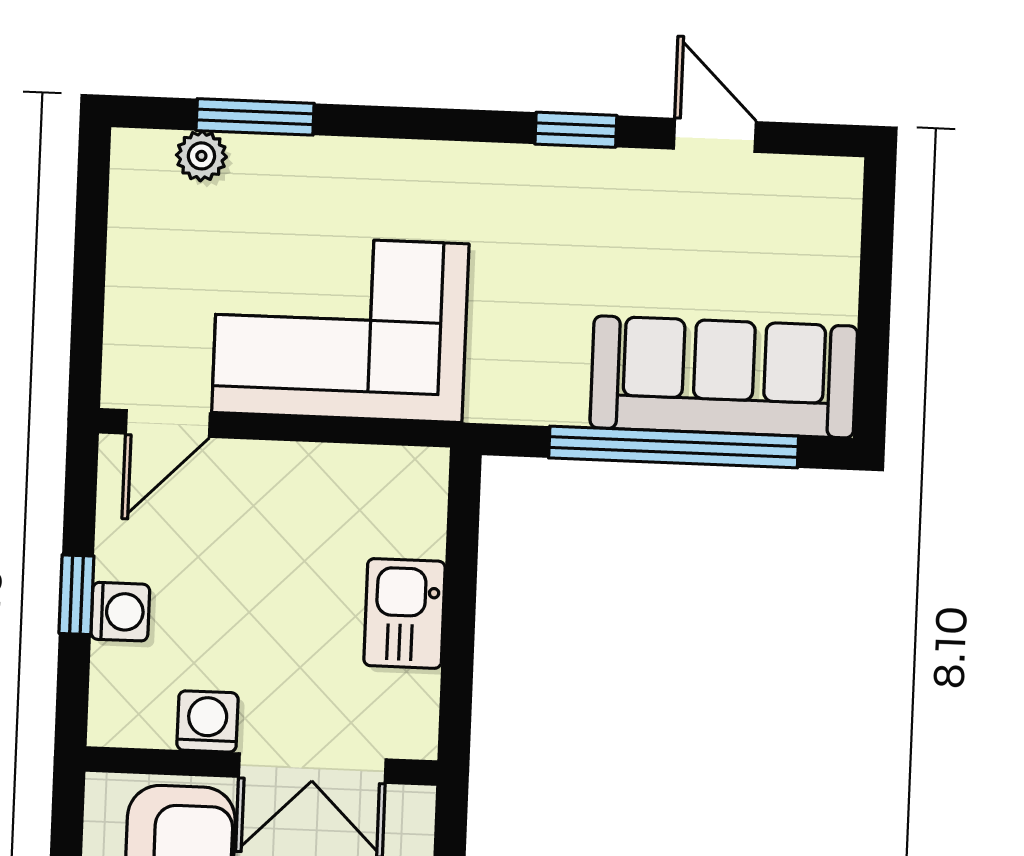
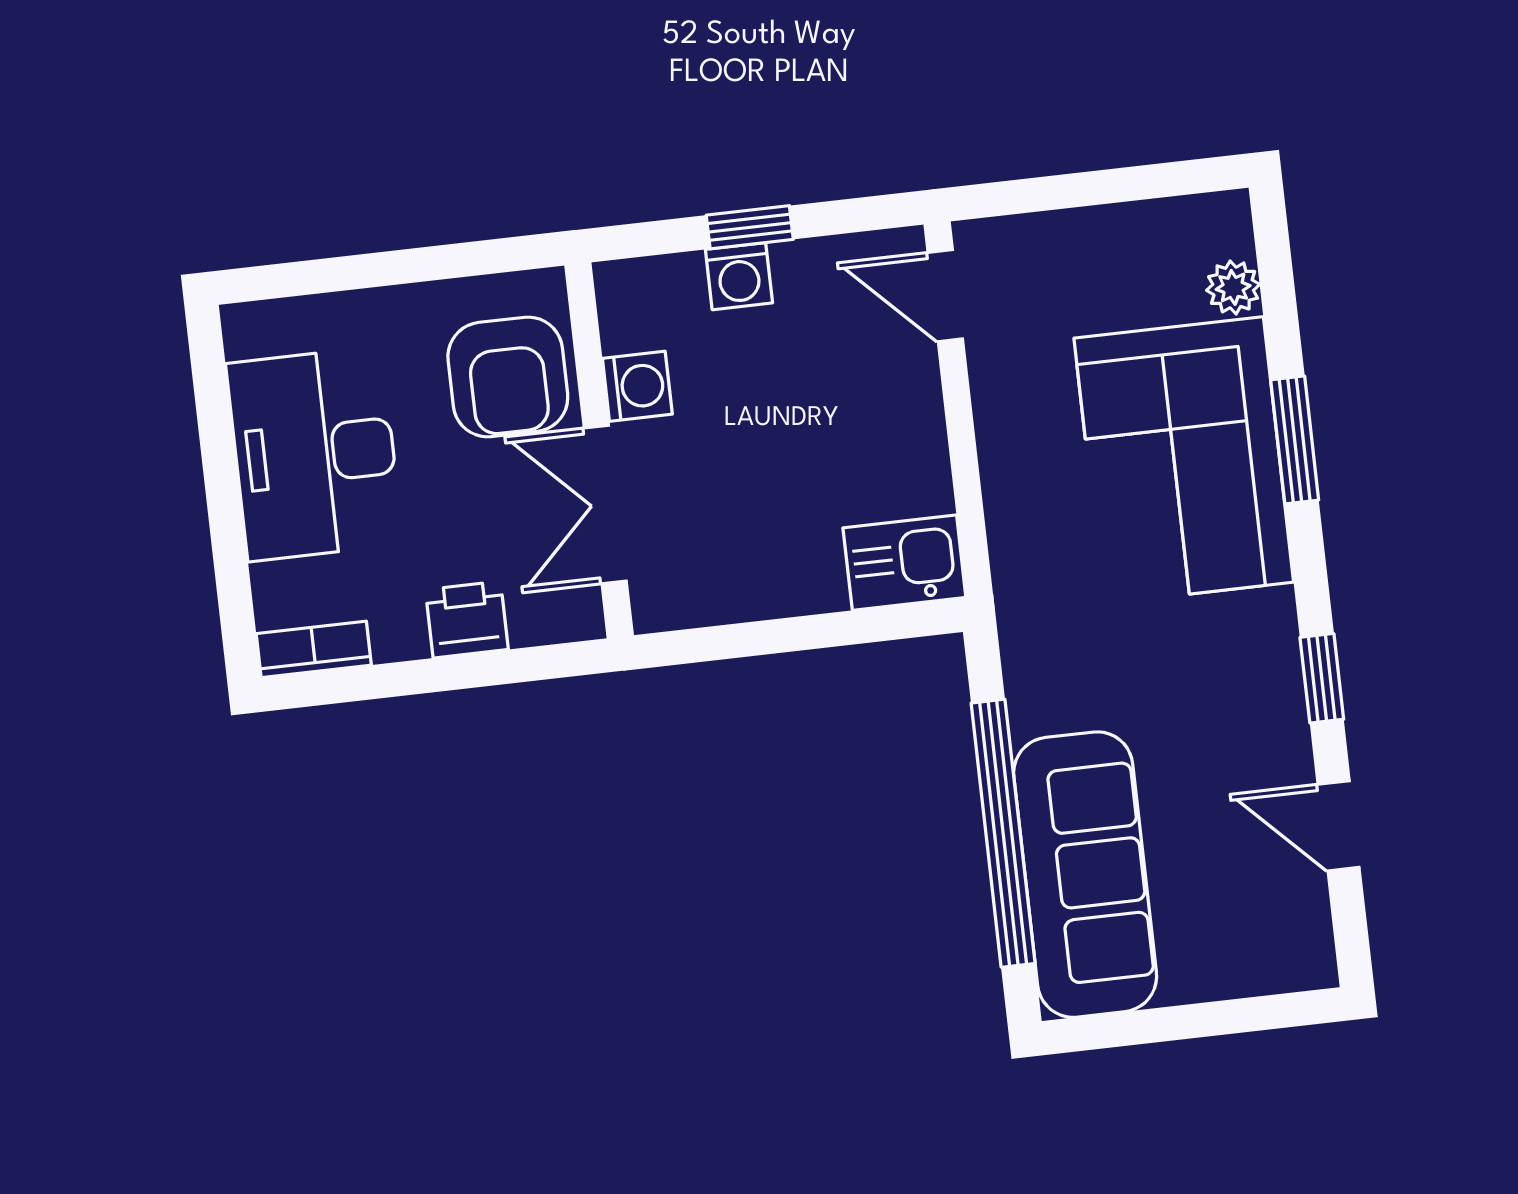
window: (255, 117) -> (1295, 440), moved
door: (715, 135) -> (1339, 826), swing flipped
corner sofa: (340, 328) -> (1184, 460), moved, turned 180
kitchen sink: (404, 613) -> (904, 563), moved

